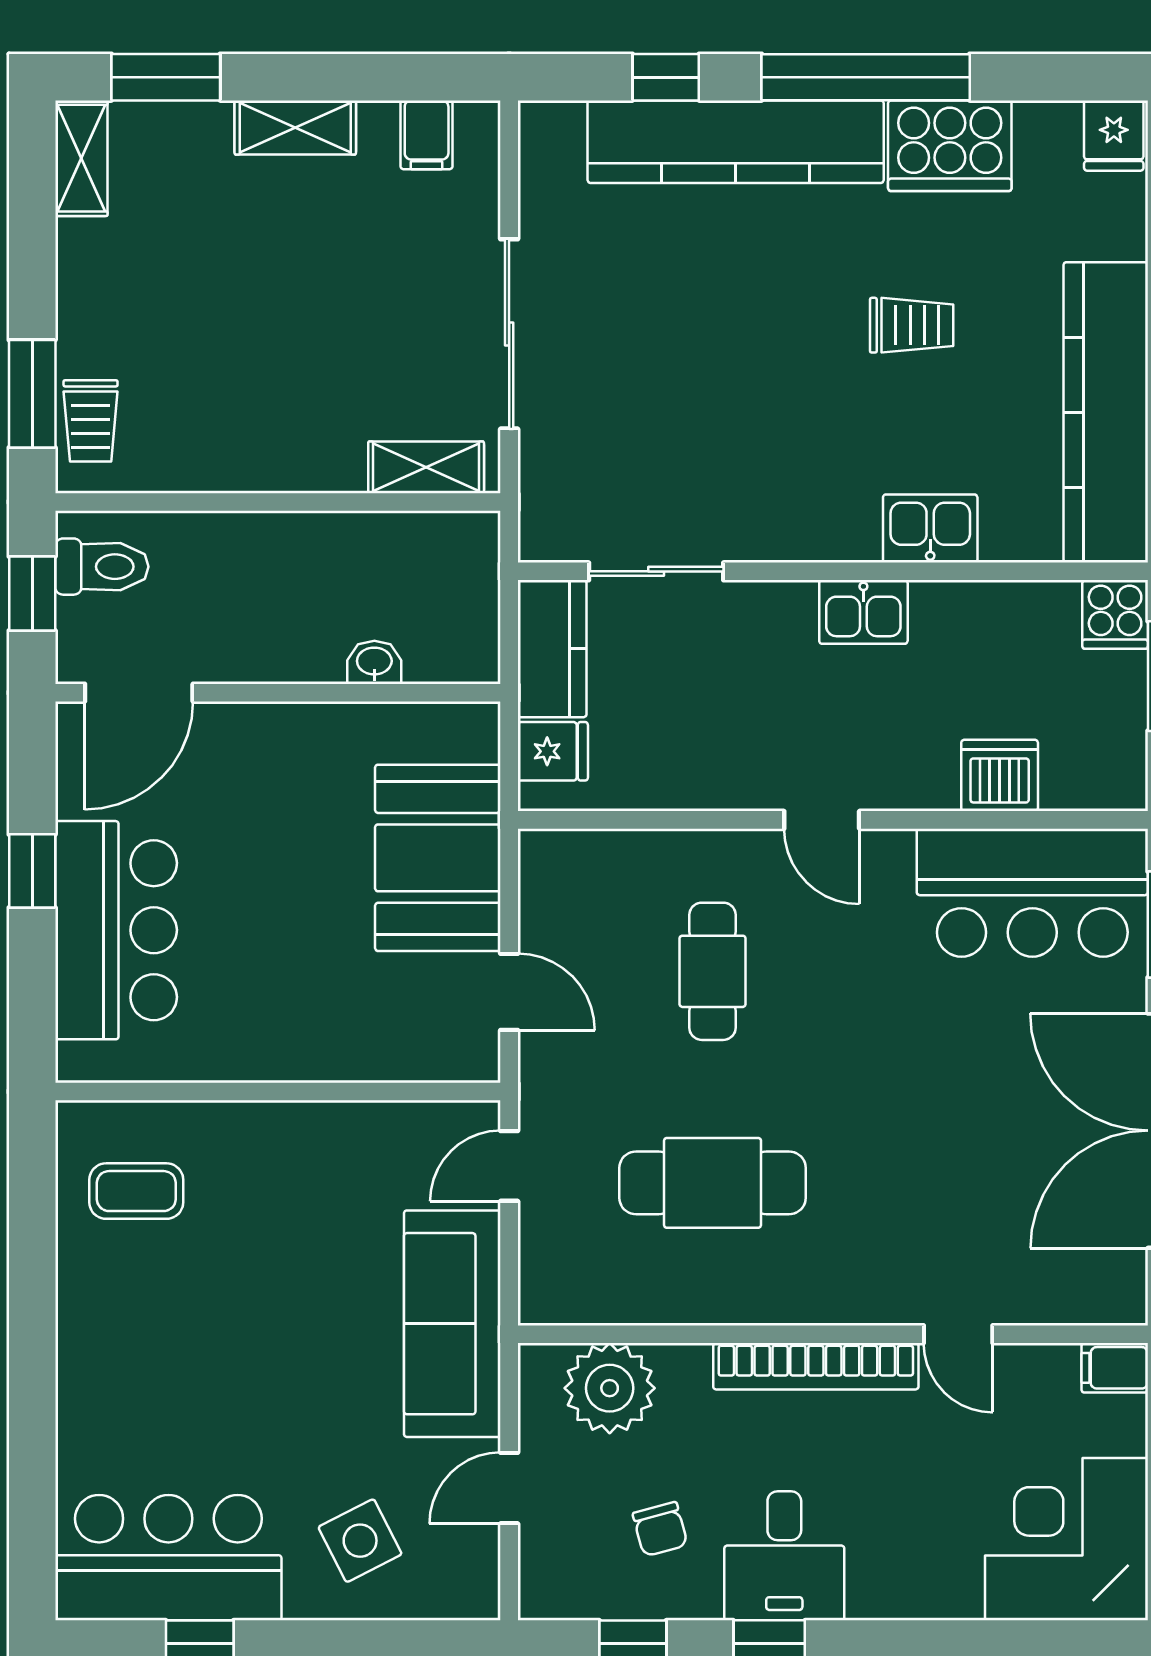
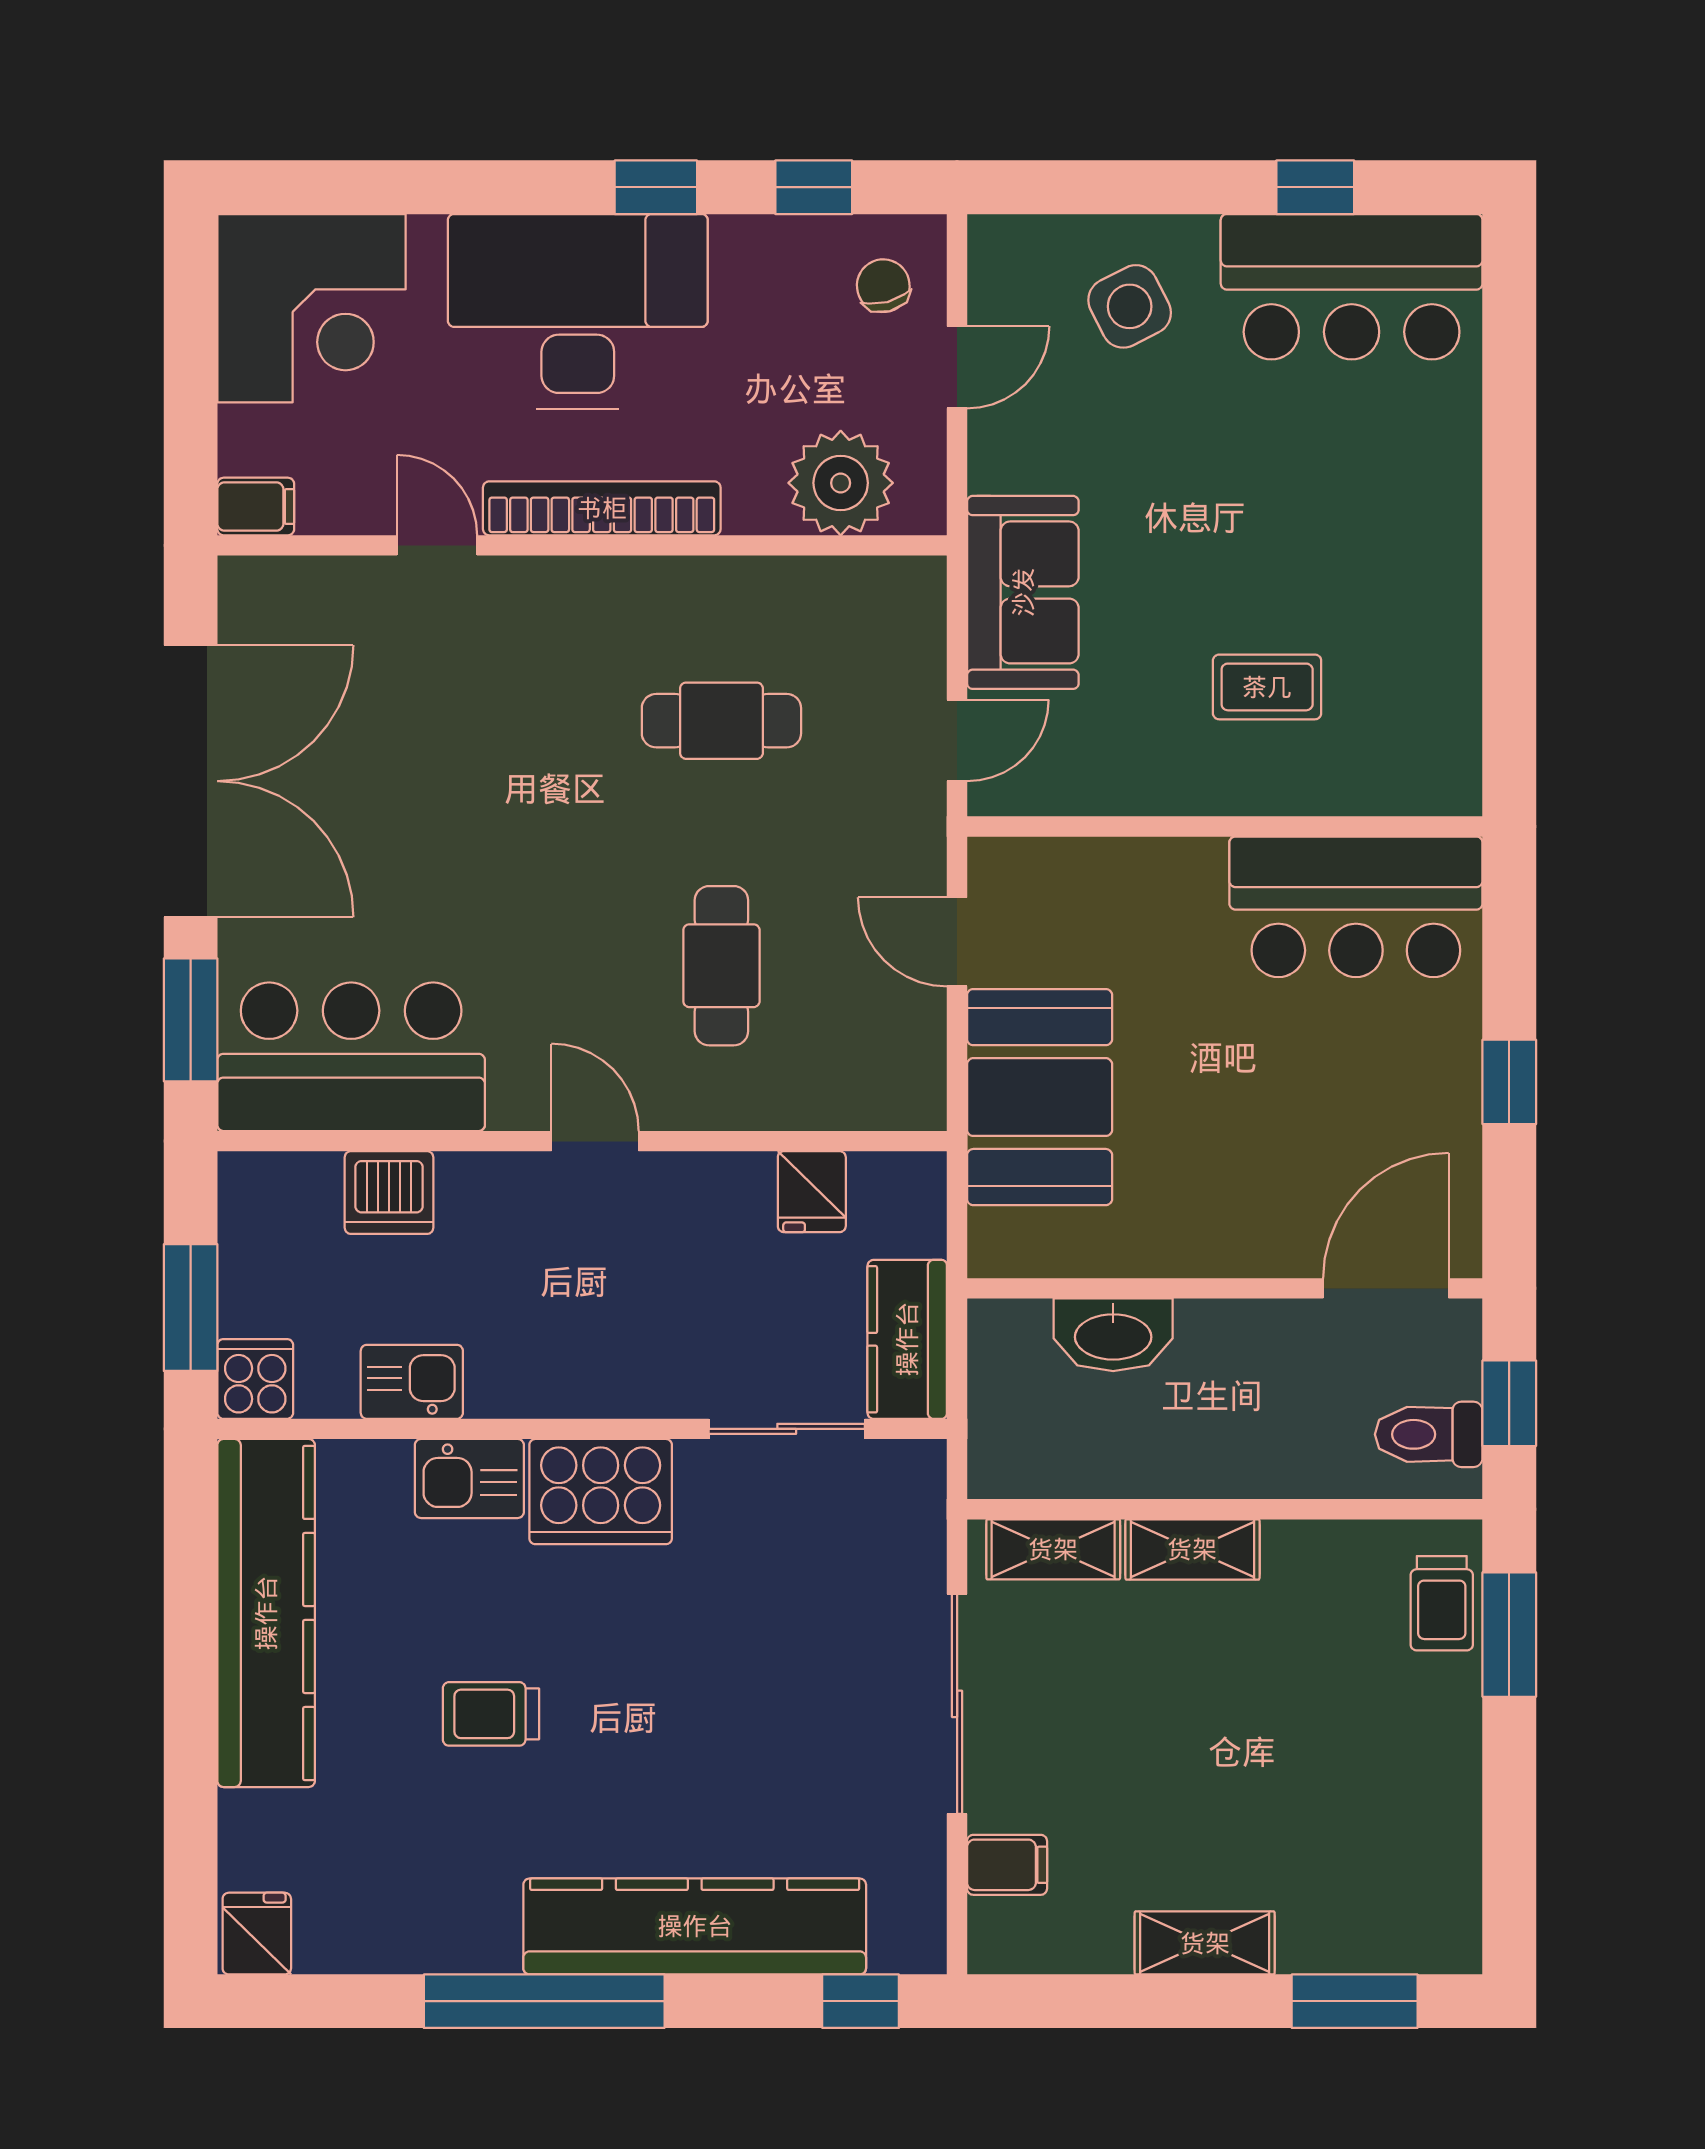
window: (666, 77) -> (861, 2001), moved
filing cabinet: (427, 135) -> (1007, 1865), moved, turned 90
cooker: (950, 146) -> (601, 1492), moved, turned 180
shelving: (81, 158) -> (1192, 1549), moved, turned 90
trolley: (91, 421) -> (1442, 1603), turned 180
kitchen sink: (863, 612) -> (412, 1382), moved
washbasin: (374, 662) -> (1113, 1335), width x1.91, depth x1.45
fridge: (553, 751) -> (812, 1192), moved, turned -90
bar counter: (116, 930) -> (1356, 907), moved, turned -90
cafe table: (713, 1183) -> (721, 721), width x0.73, depth x0.74
coffee table: (136, 1191) -> (1267, 687), moved
sofa: (452, 1324) -> (1023, 592), width x0.73
chair: (660, 1529) -> (883, 286), moved
desk: (784, 1556) -> (578, 311), width x1.87, depth x1.30

